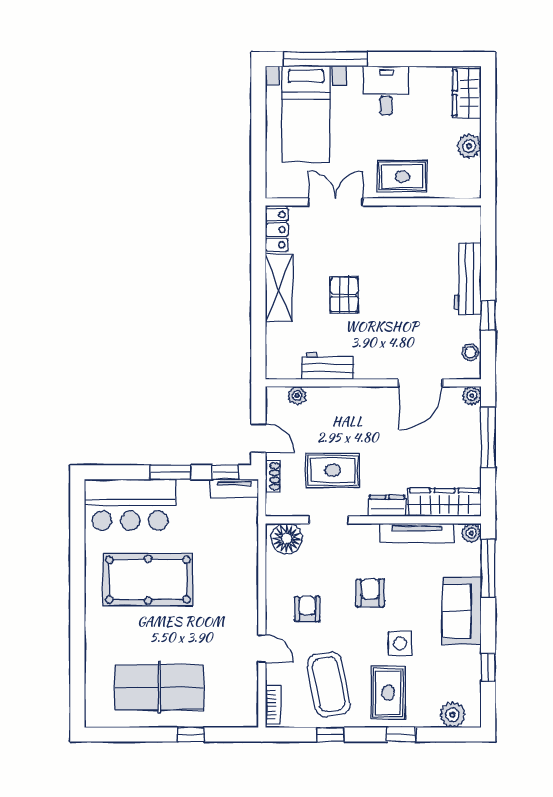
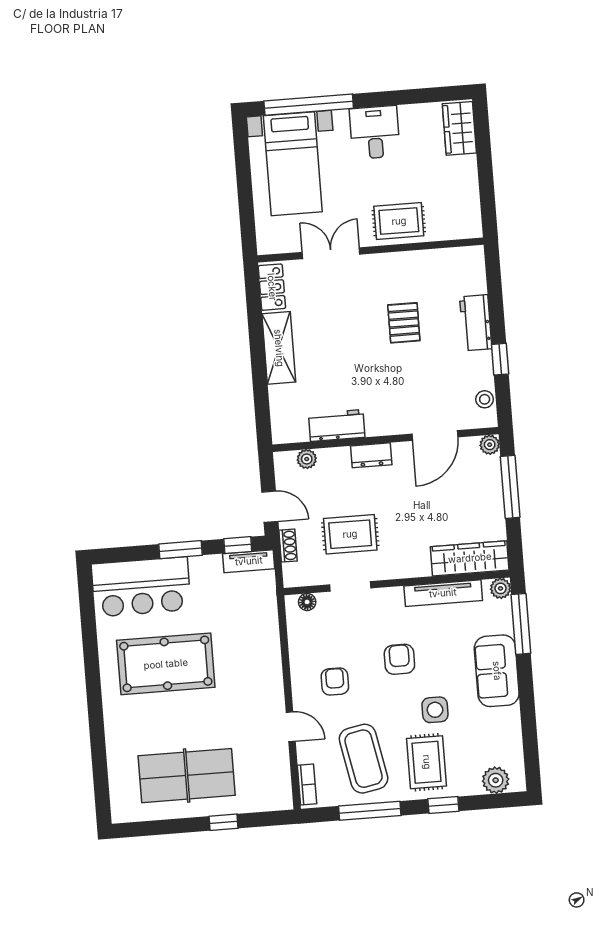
plant: (469, 146) -> (466, 184), removed
workbench: (468, 279) -> (476, 323), width x0.73
pallet: (344, 295) -> (404, 323), moved
dresser: (387, 506) -> (371, 455), moved, turned 180
floor lamp: (287, 539) -> (307, 602), width x0.53, depth x0.53
window: (488, 667) -> (529, 727), removed
window: (331, 734) -> (370, 811), width x2.17

